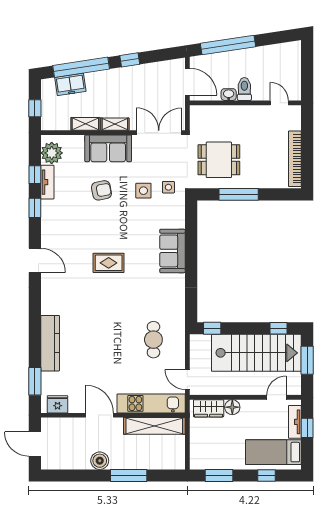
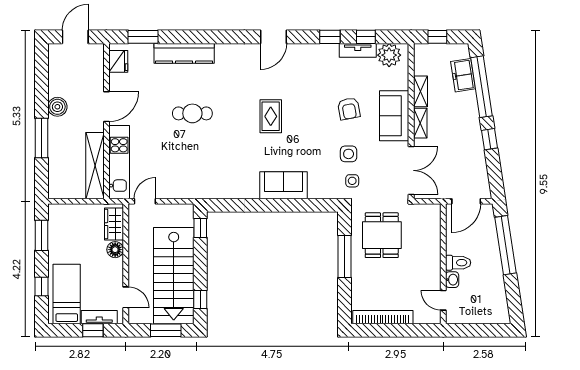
washbasin: (229, 95) -> (452, 280), moved
door: (279, 103) -> (443, 300), swing flipped
cafe table: (153, 340) -> (192, 113), moved

